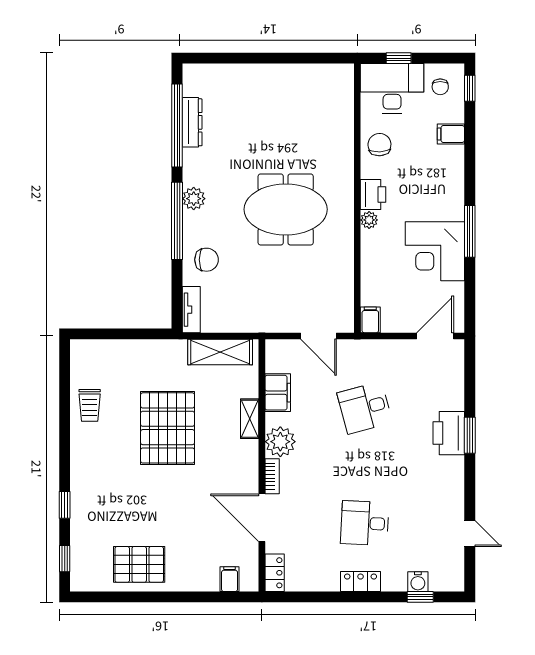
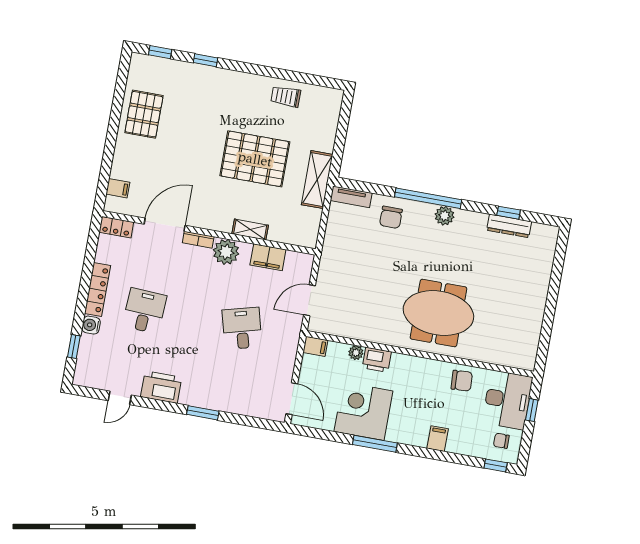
window: (177, 126) -> (509, 213), width x0.32
filing cabinet: (451, 134) -> (438, 439), moved
printer: (373, 195) -> (377, 360), moved
meeting table: (286, 209) -> (438, 313), moved, turned 90
plant: (369, 220) -> (356, 353), moved
shelving: (220, 352) -> (317, 180), moved
printer: (449, 433) -> (161, 387), moved
locker: (361, 582) -> (97, 290), width x1.53
water cooler: (418, 582) -> (91, 325), moved

